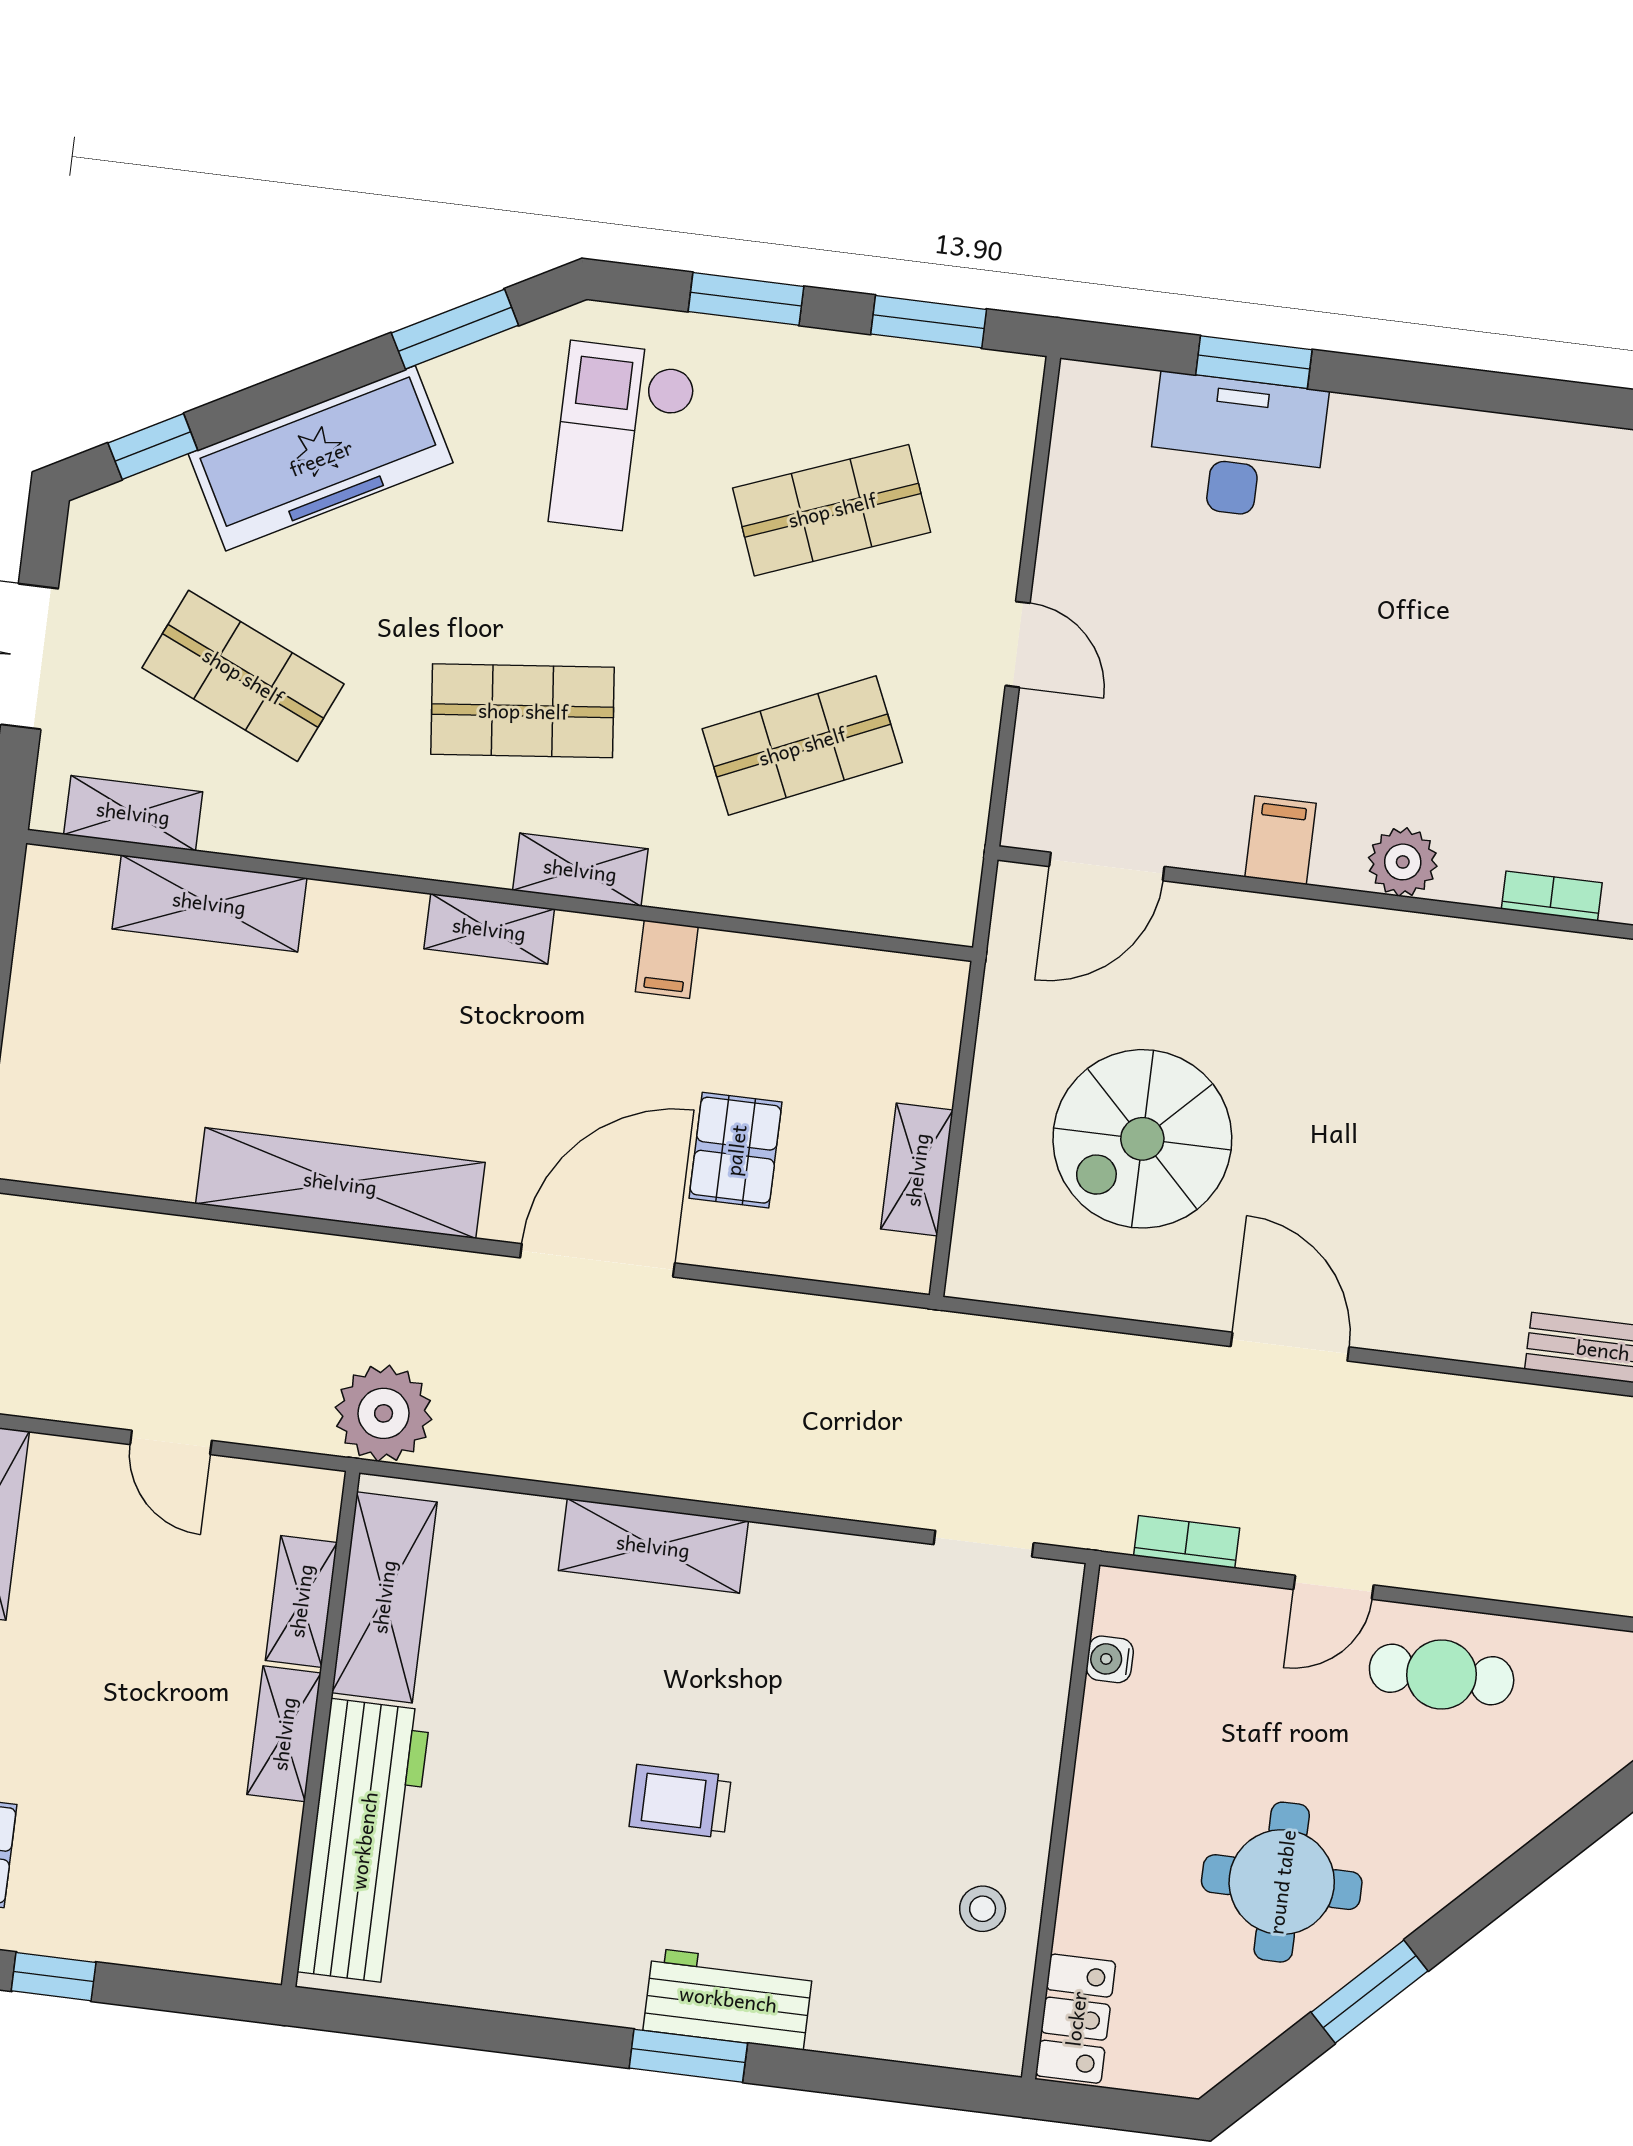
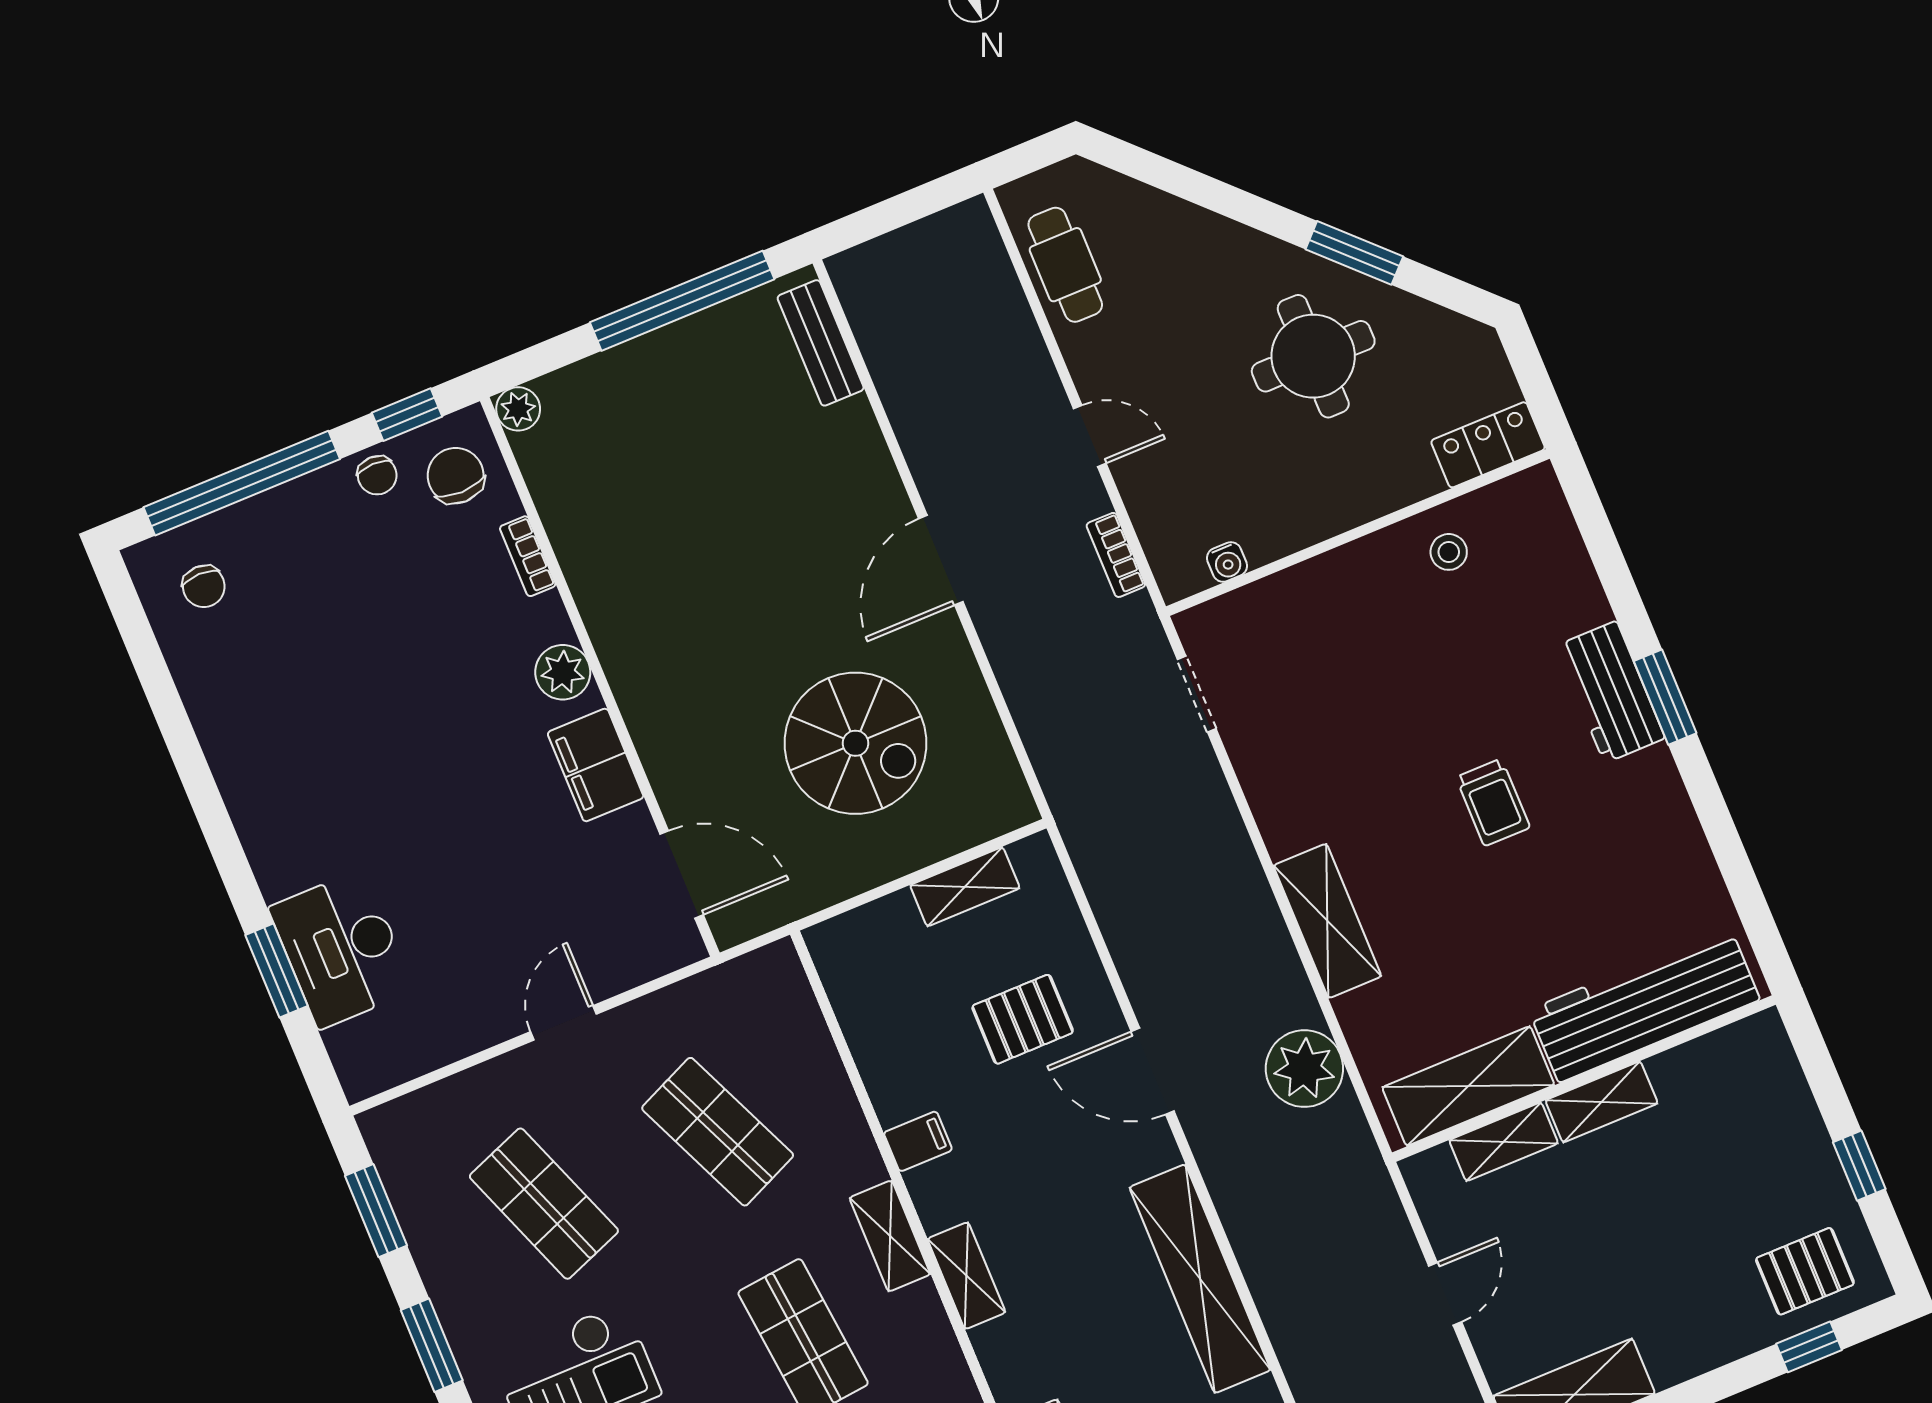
filing cabinet: (1281, 840) -> (596, 765), width x2.00
door: (597, 1260) -> (1153, 1071), width x0.73
plant: (384, 1413) -> (1304, 1069), moved
cafe table: (1442, 1674) -> (1065, 265), moved

